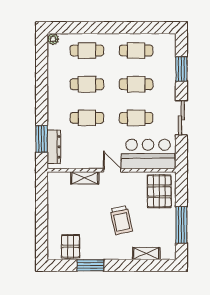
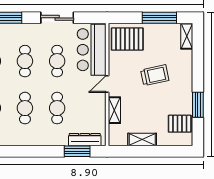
shelving: (54, 207) -> (142, 140), added
shelving: (146, 254) -> (187, 36), moved

